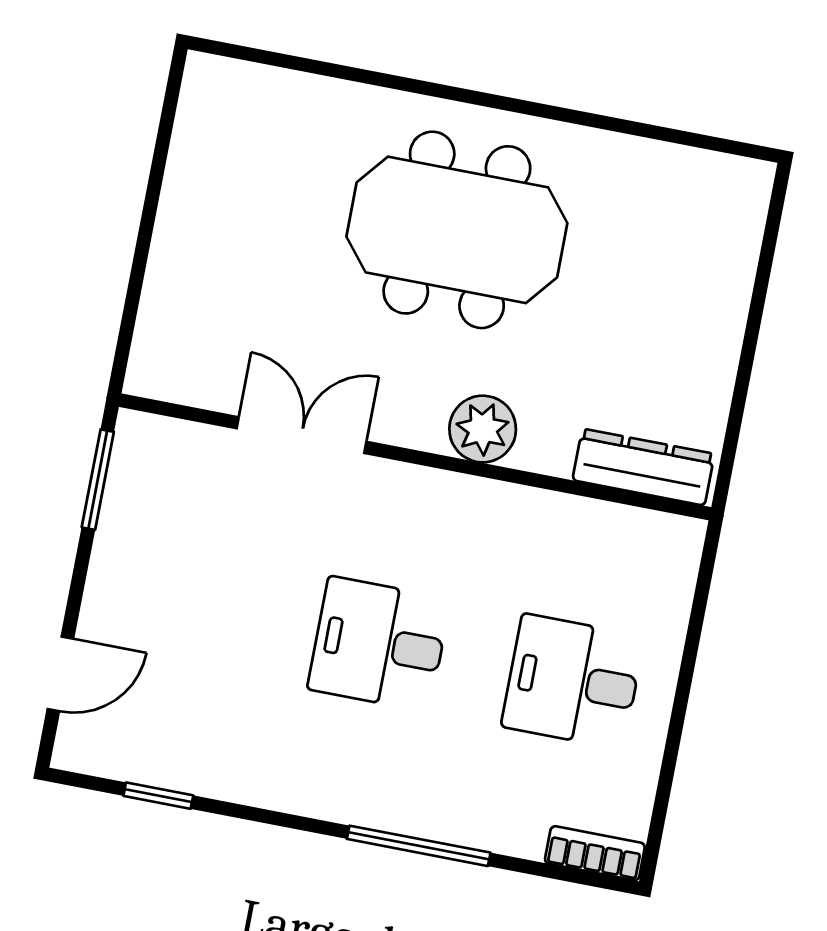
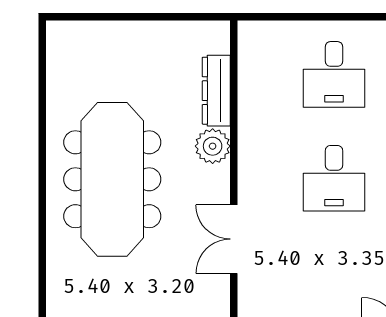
meeting table: (457, 230) -> (112, 179), width x1.36
dresser: (643, 467) -> (216, 91), moved

